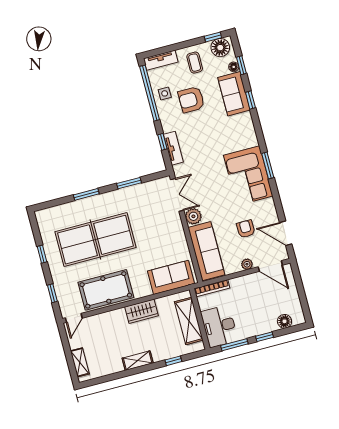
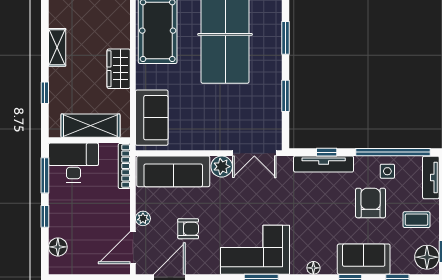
floor lamp: (234, 67) -> (313, 268), moved
tv unit: (173, 148) -> (324, 164), width x1.41

